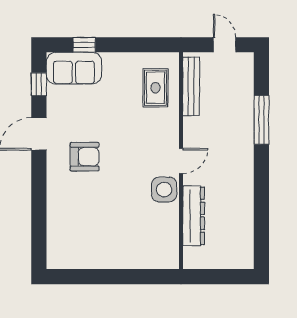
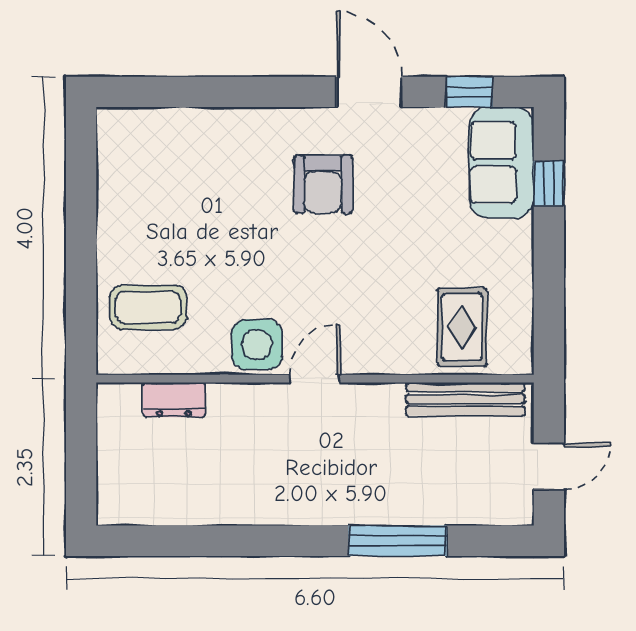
rug: (155, 88) -> (462, 327), turned 90
door: (181, 161) -> (314, 379), swing flipped
dresser: (194, 216) -> (174, 400), width x0.51, depth x0.80
coffee table: (146, 243) -> (148, 307), added

